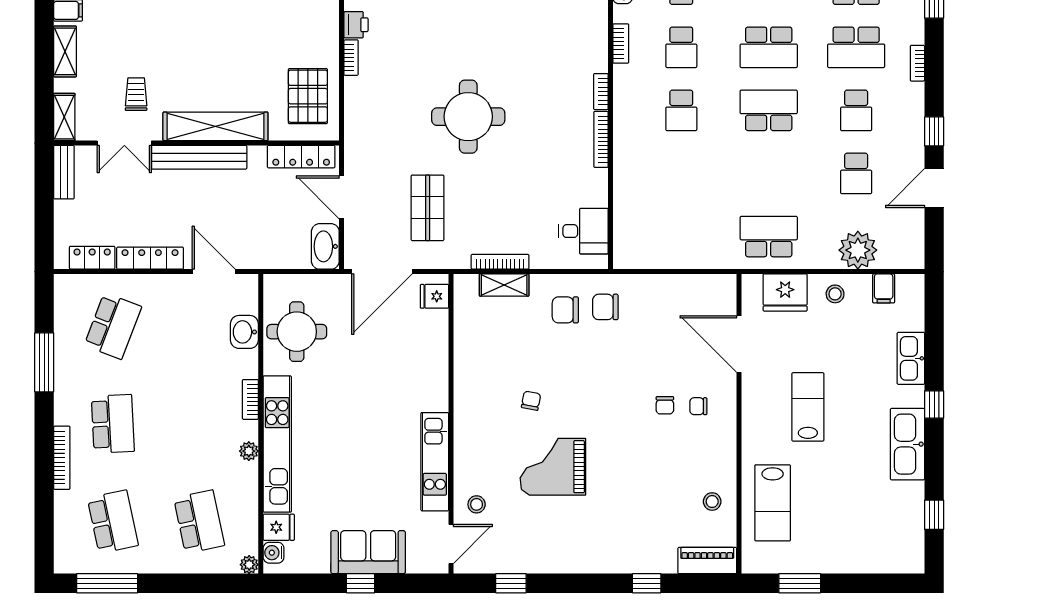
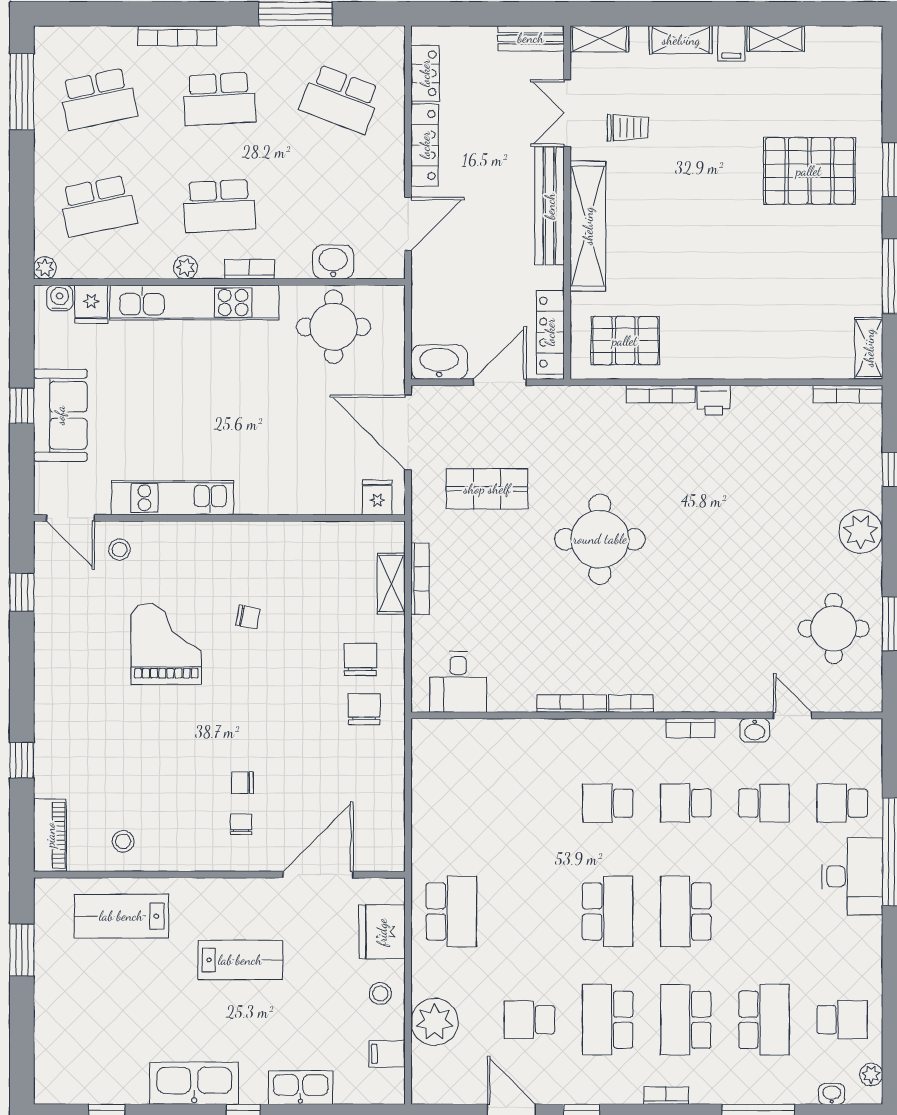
bookcase: (351, 58) -> (661, 394), width x1.56
school desk: (856, 110) -> (608, 1020), width x1.85
school desk: (199, 424) -> (219, 206), added

